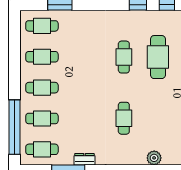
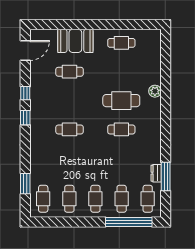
cafe table: (158, 57) -> (121, 101), moved
plant: (154, 158) -> (155, 91), moved
dresser: (84, 159) -> (156, 173), moved

